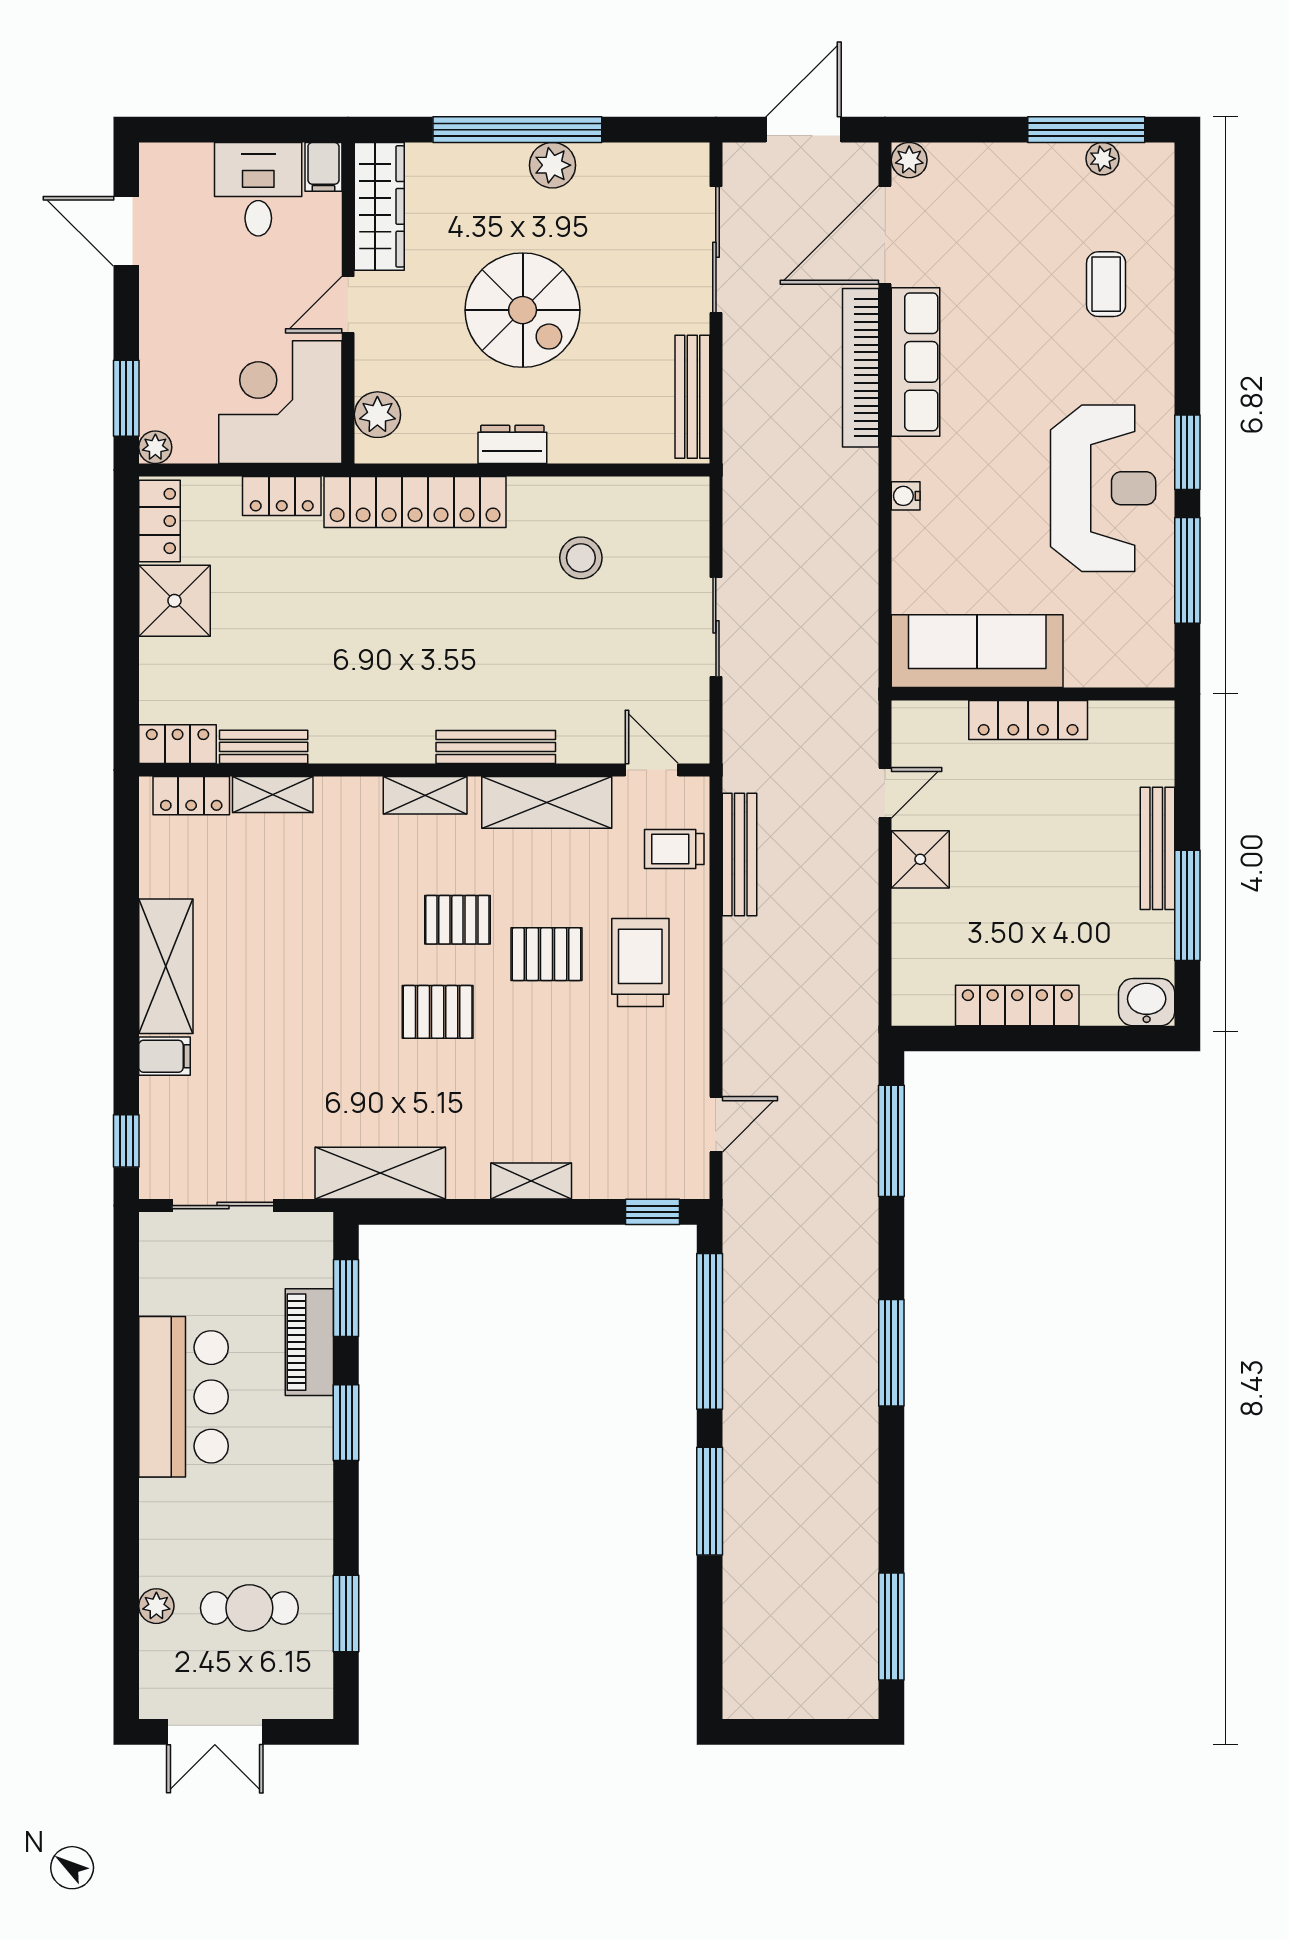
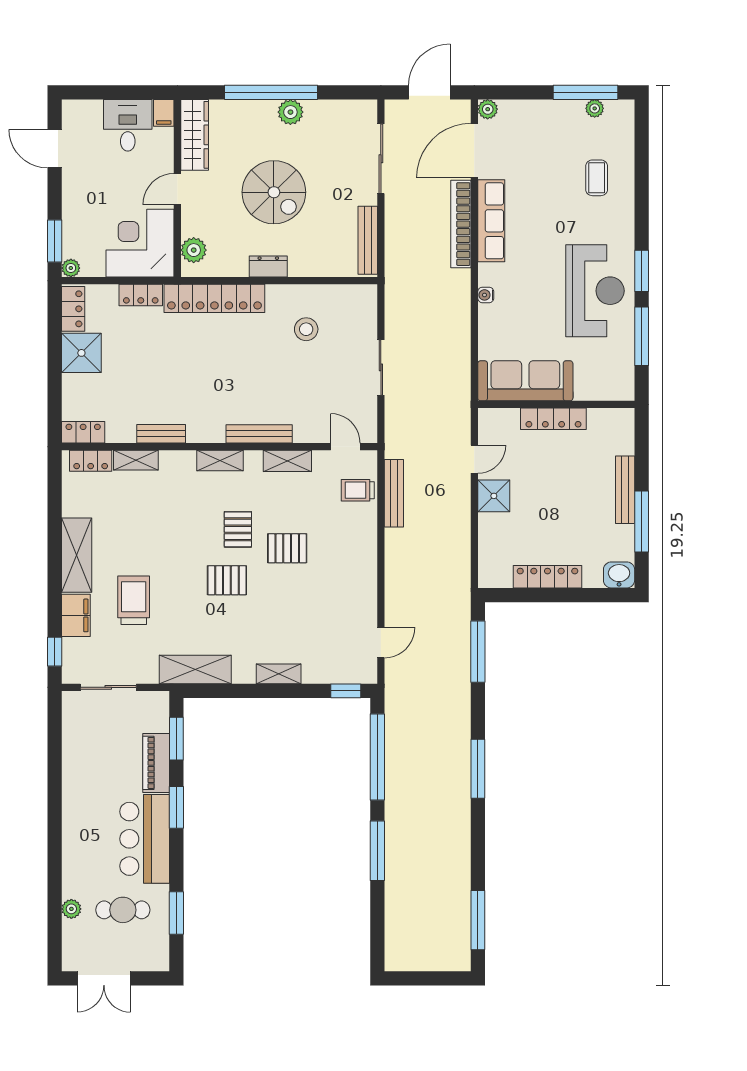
bench: (264, 747) -> (161, 434), moved
shelving: (547, 802) -> (287, 461), width x0.67, depth x0.75
pallet: (457, 920) -> (238, 529), turned 90
trolley: (640, 963) -> (134, 600), moved
filing cabinet: (165, 1056) -> (76, 615), width x2.00
bar counter: (184, 1397) -> (145, 839), moved, turned 180

